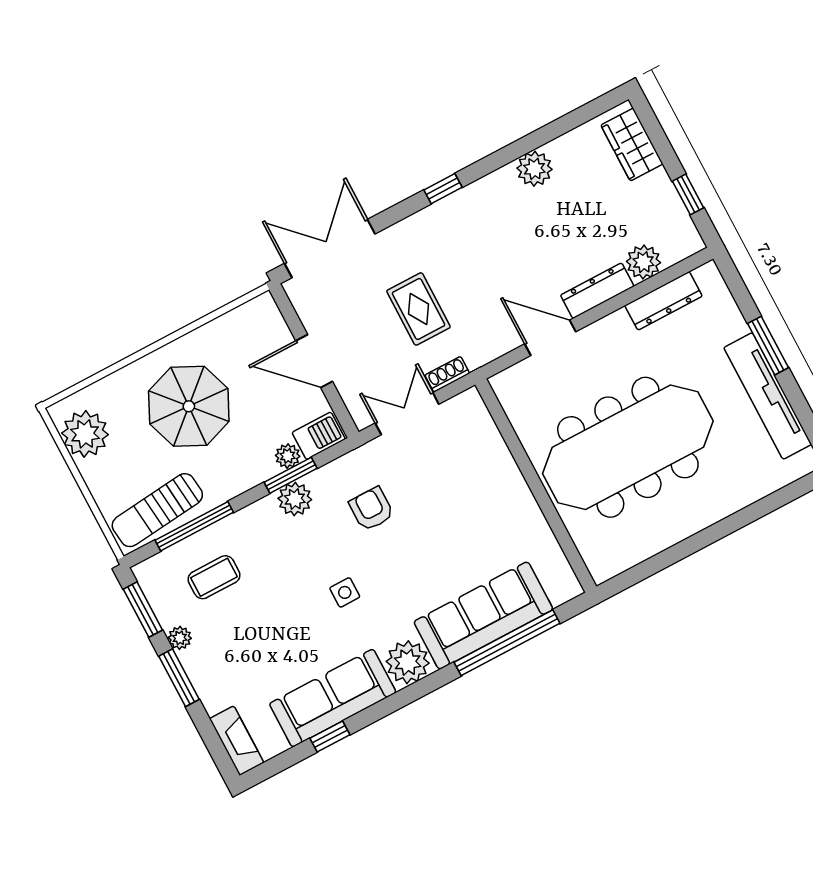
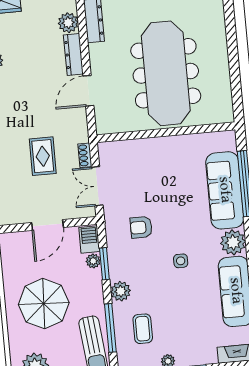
rug: (419, 309) -> (43, 156), turned 90
plant: (295, 499) -> (121, 291), moved

